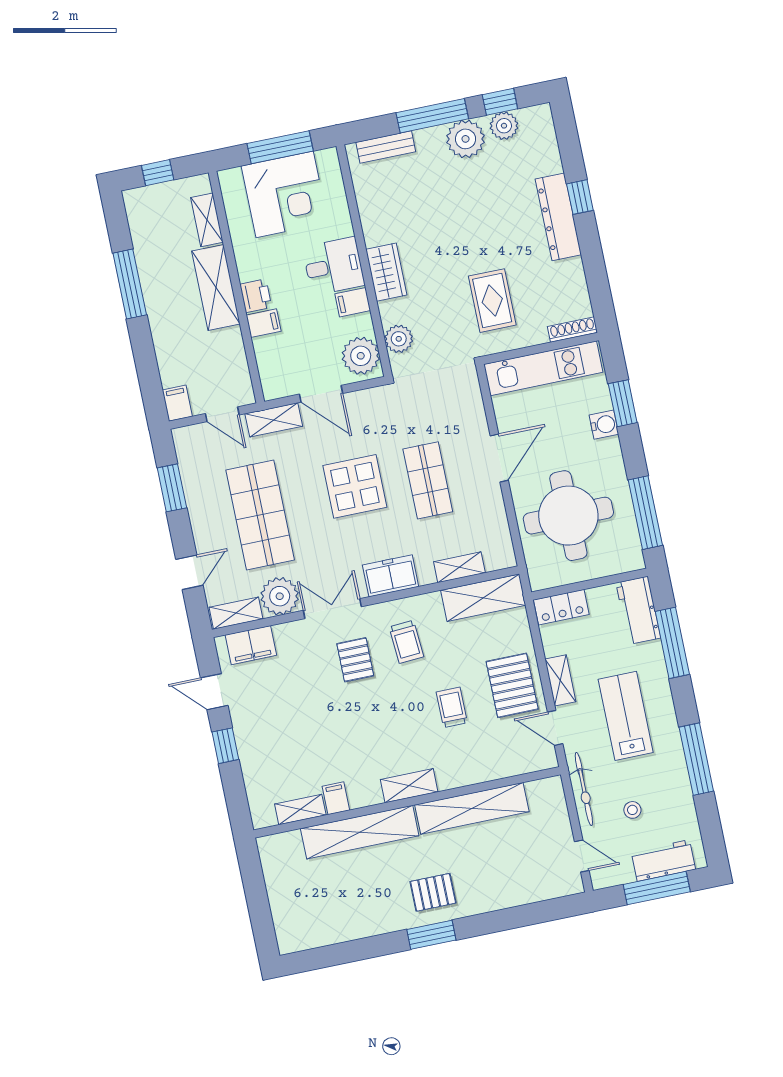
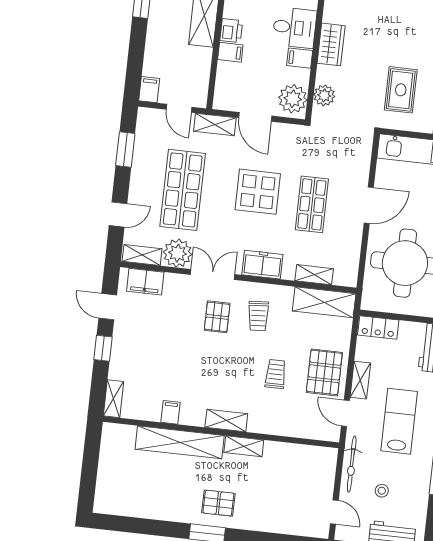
shelving: (472, 808) -> (244, 446), width x0.45, depth x0.75
shelving: (300, 810) -> (113, 399), moved, turned 90

